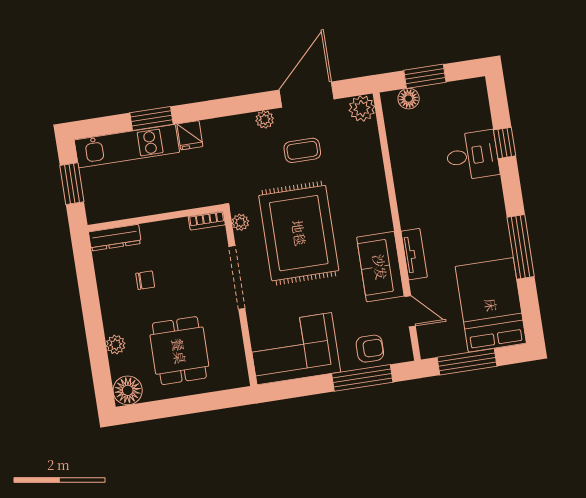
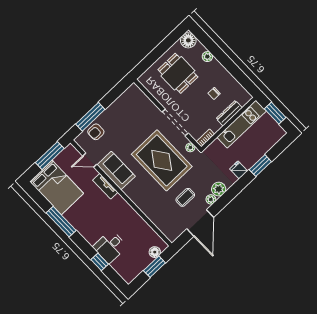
plant: (362, 108) -> (219, 189), moved
kitchen unit: (127, 146) -> (242, 124), moved, turned 180
dresser: (115, 238) -> (229, 113), moved
corner sofa: (294, 349) -> (129, 109), removed

